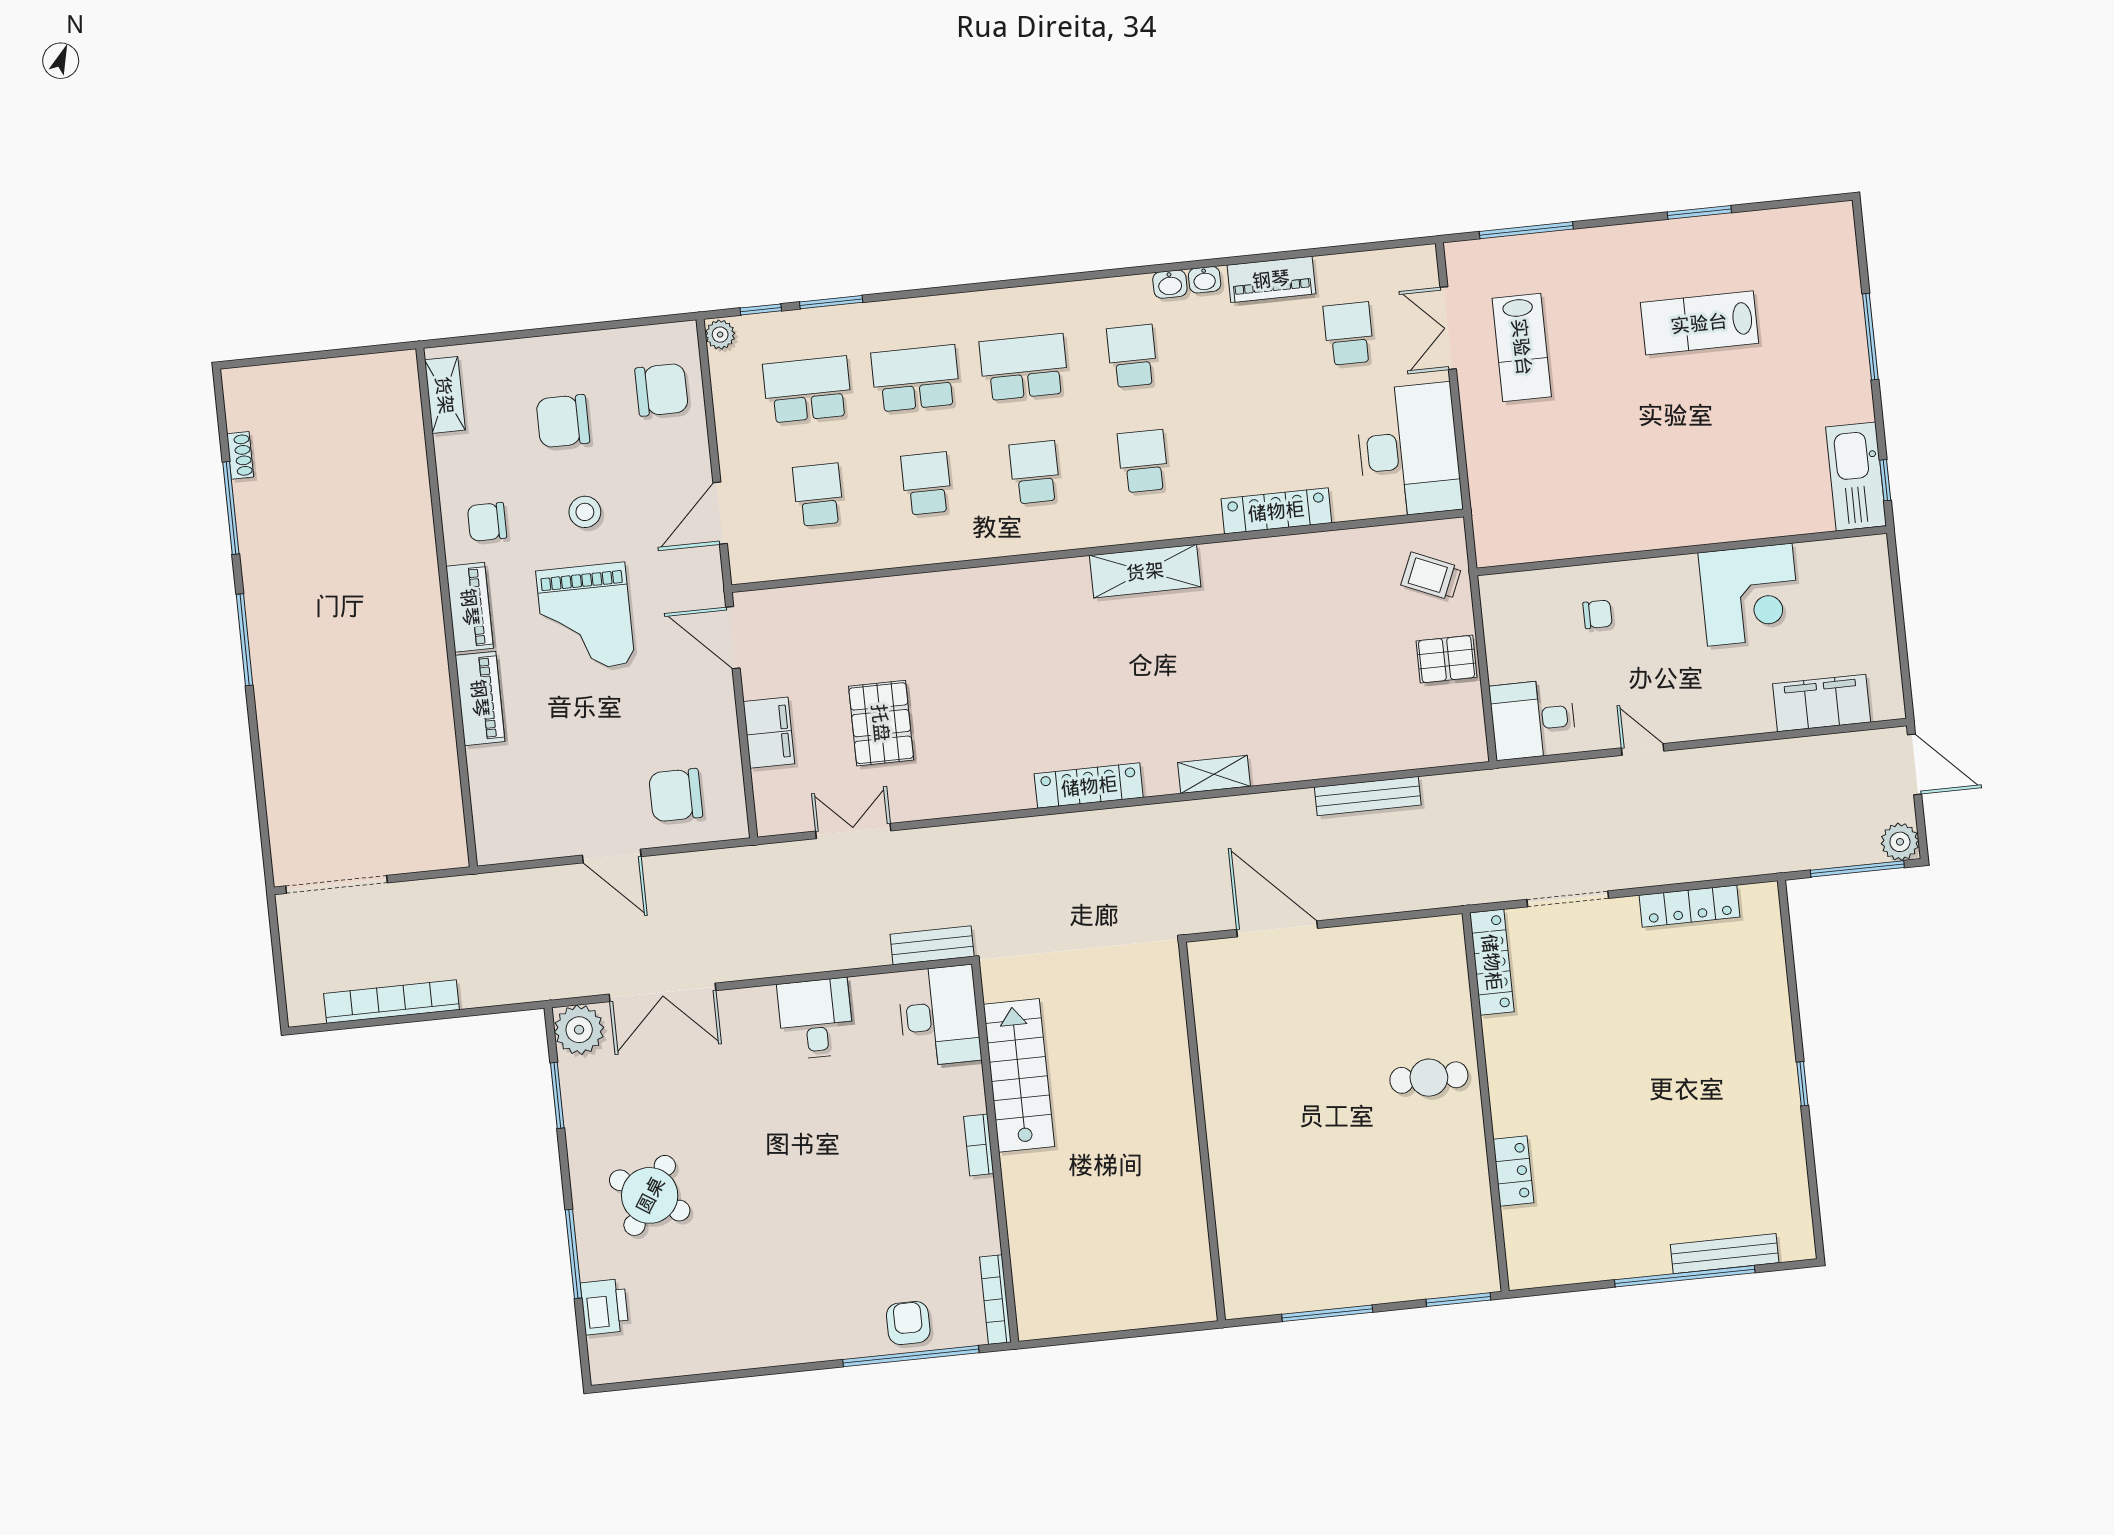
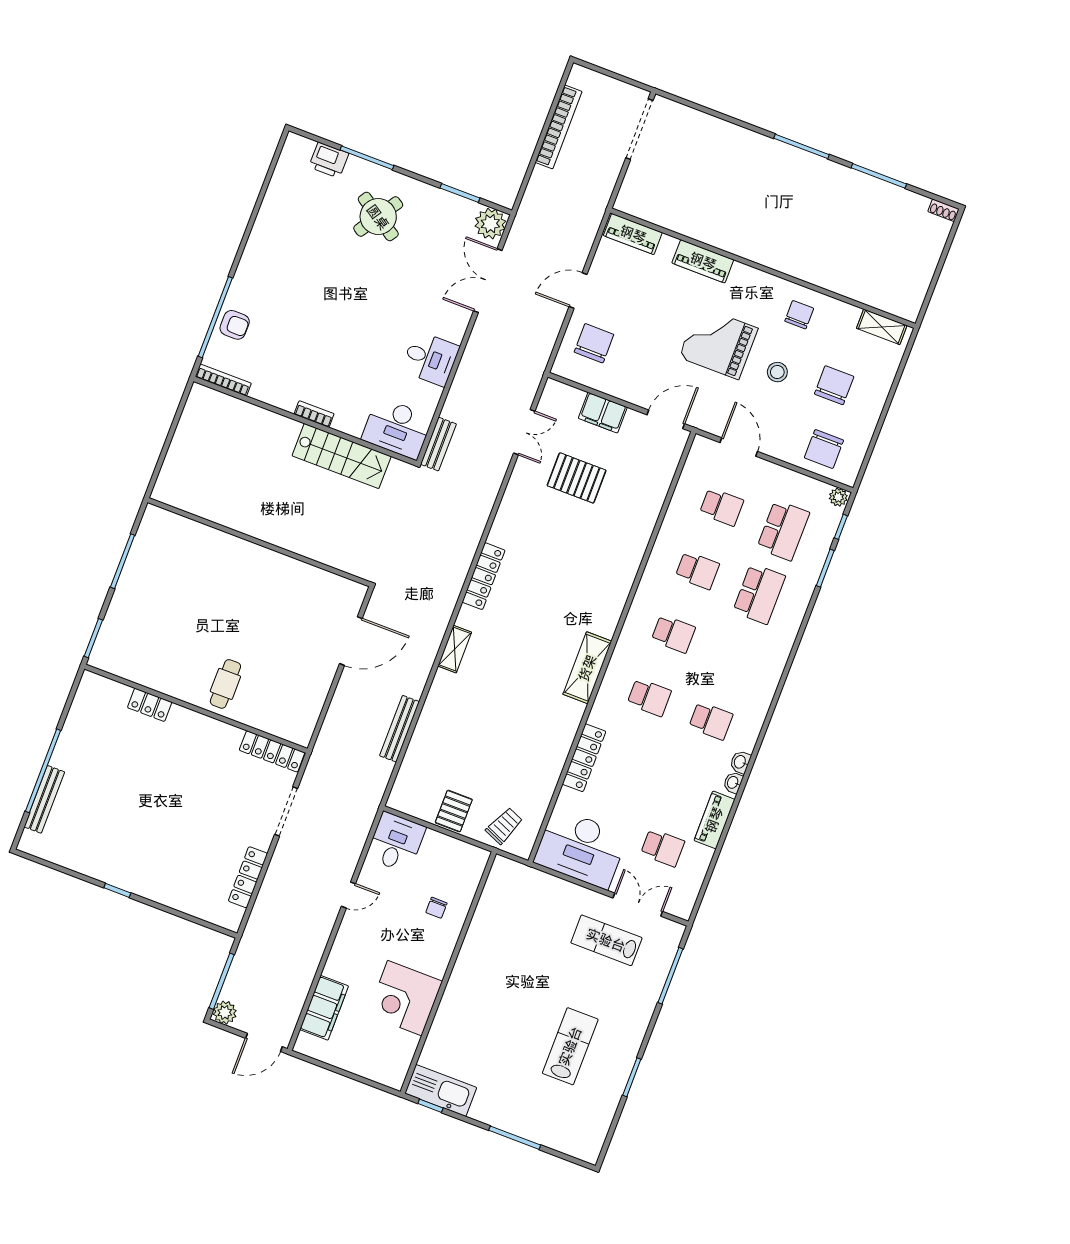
school desk: (1024, 367) -> (735, 657), removed
shoe rack: (240, 455) -> (944, 210), moved
piano: (470, 607) -> (633, 234), moved

